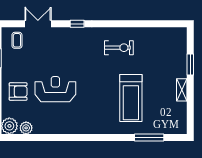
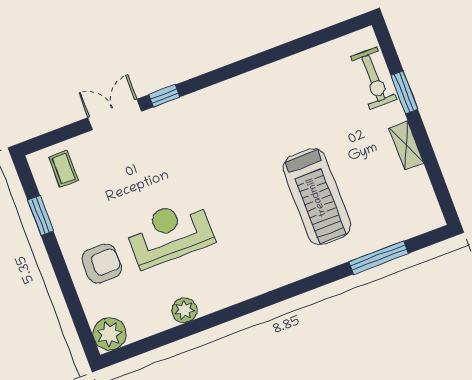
double door: (38, 24) -> (115, 115), moved
exercise bike: (119, 48) -> (374, 78), moved, turned 90
plant: (26, 128) -> (184, 310), moved

